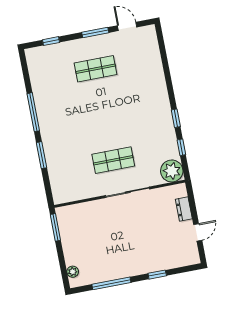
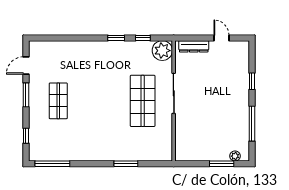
window: (33, 112) -> (52, 164), moved
shop shelf: (113, 160) -> (143, 101), width x1.43, depth x1.36
dresser: (184, 209) -> (194, 46), width x1.44
window: (55, 227) -> (222, 164), moved

